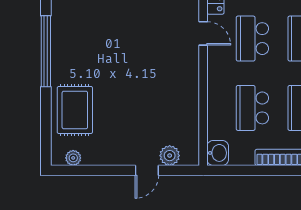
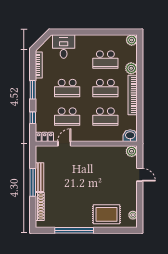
plant: (170, 156) -> (132, 151), moved

